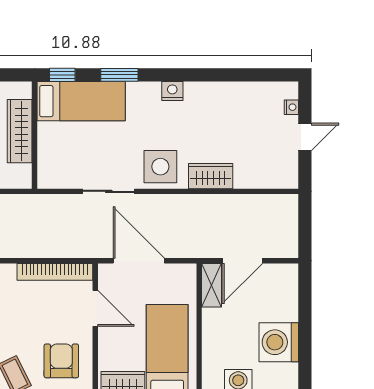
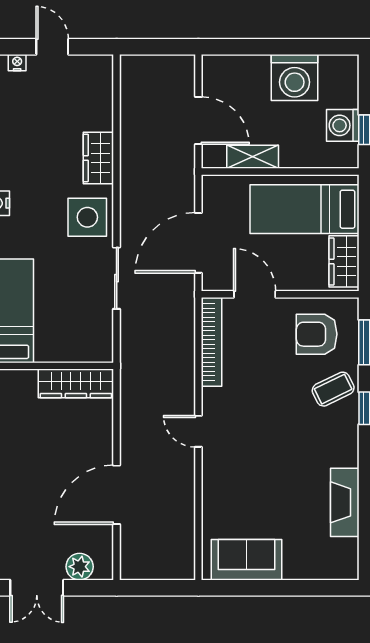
wardrobe: (20, 131) -> (76, 383), moved
shelving: (212, 285) -> (253, 157), moved
door: (95, 308) -> (255, 294), hinge flipped

